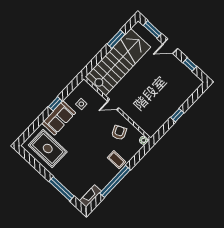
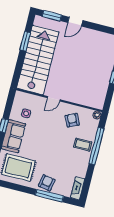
window: (190, 65) -> (101, 28), removed
armchair: (65, 176) -> (47, 183), added
window: (115, 181) -> (96, 146), moved

